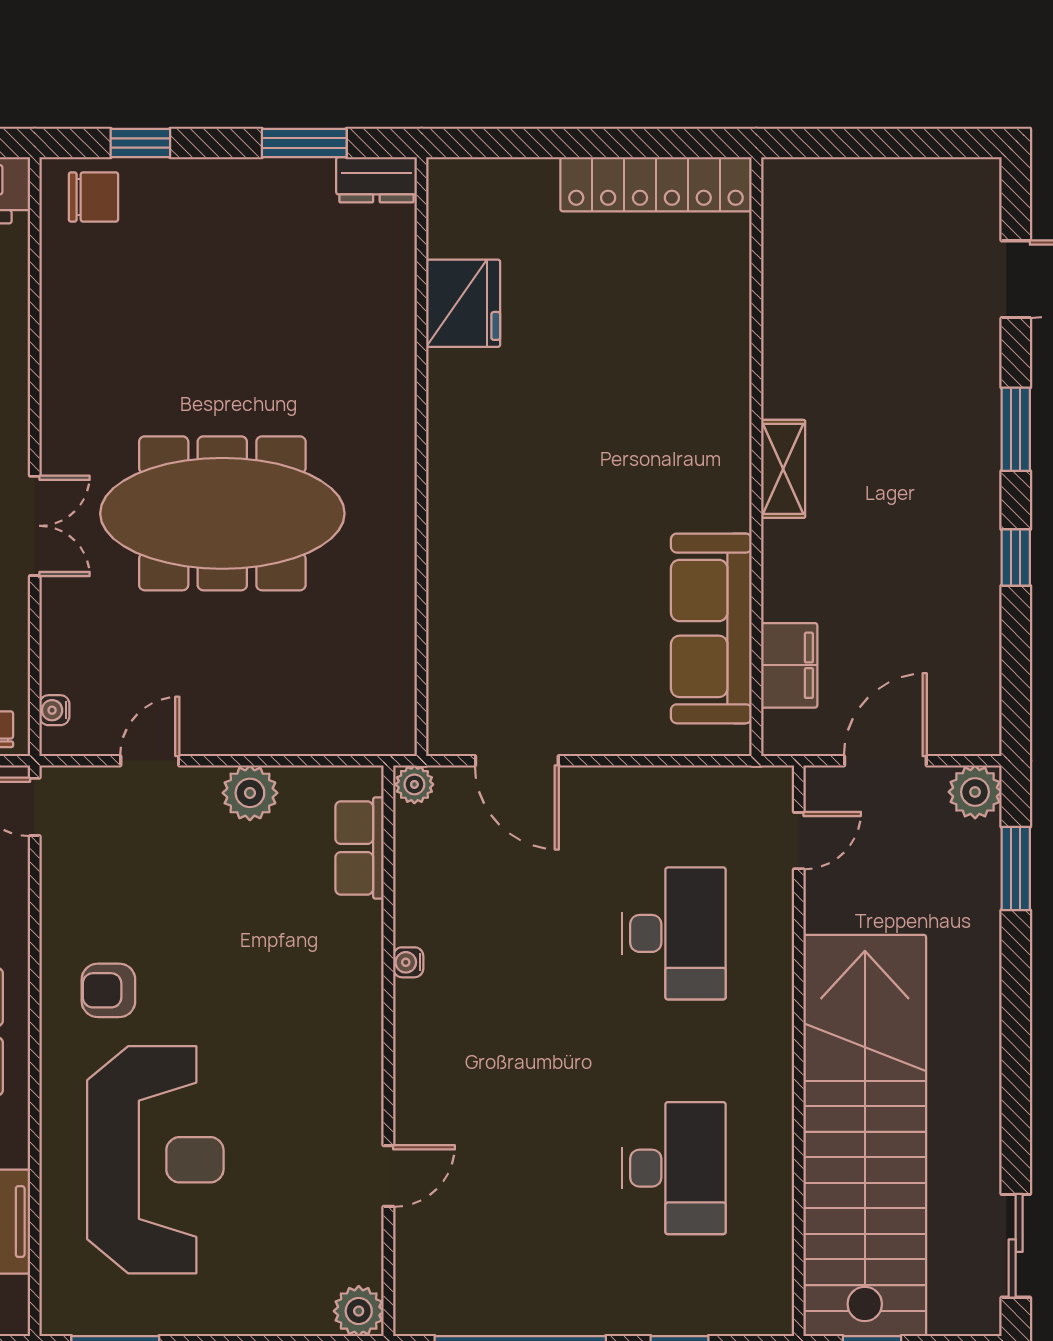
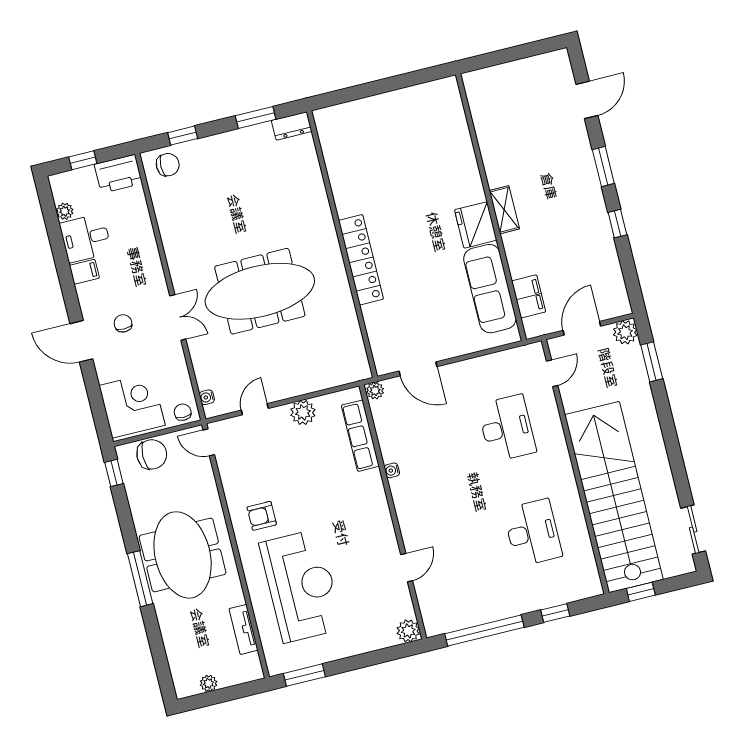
locker: (656, 184) -> (361, 260), moved, turned -90
fridge: (463, 303) -> (476, 225), moved, turned 180
row of seats: (360, 848) -> (360, 436), width x1.48

